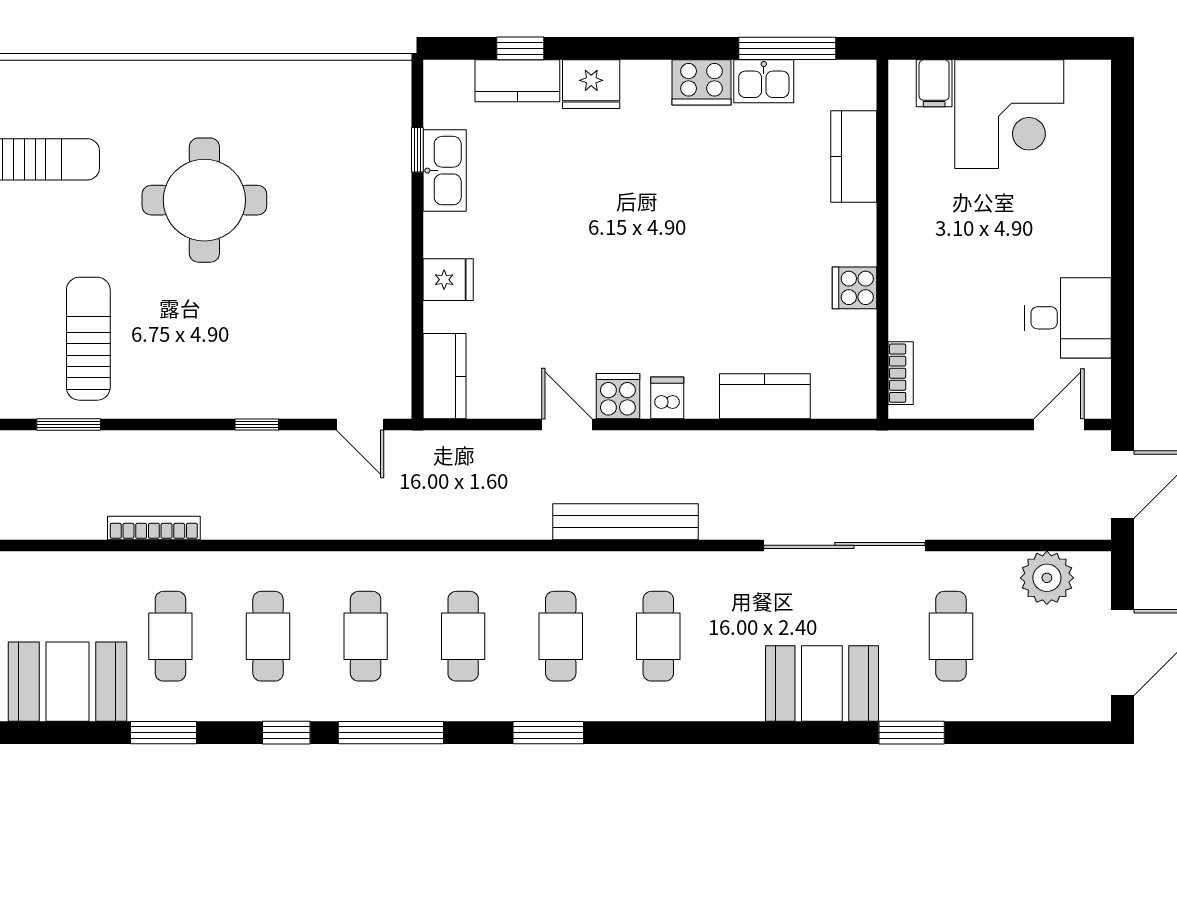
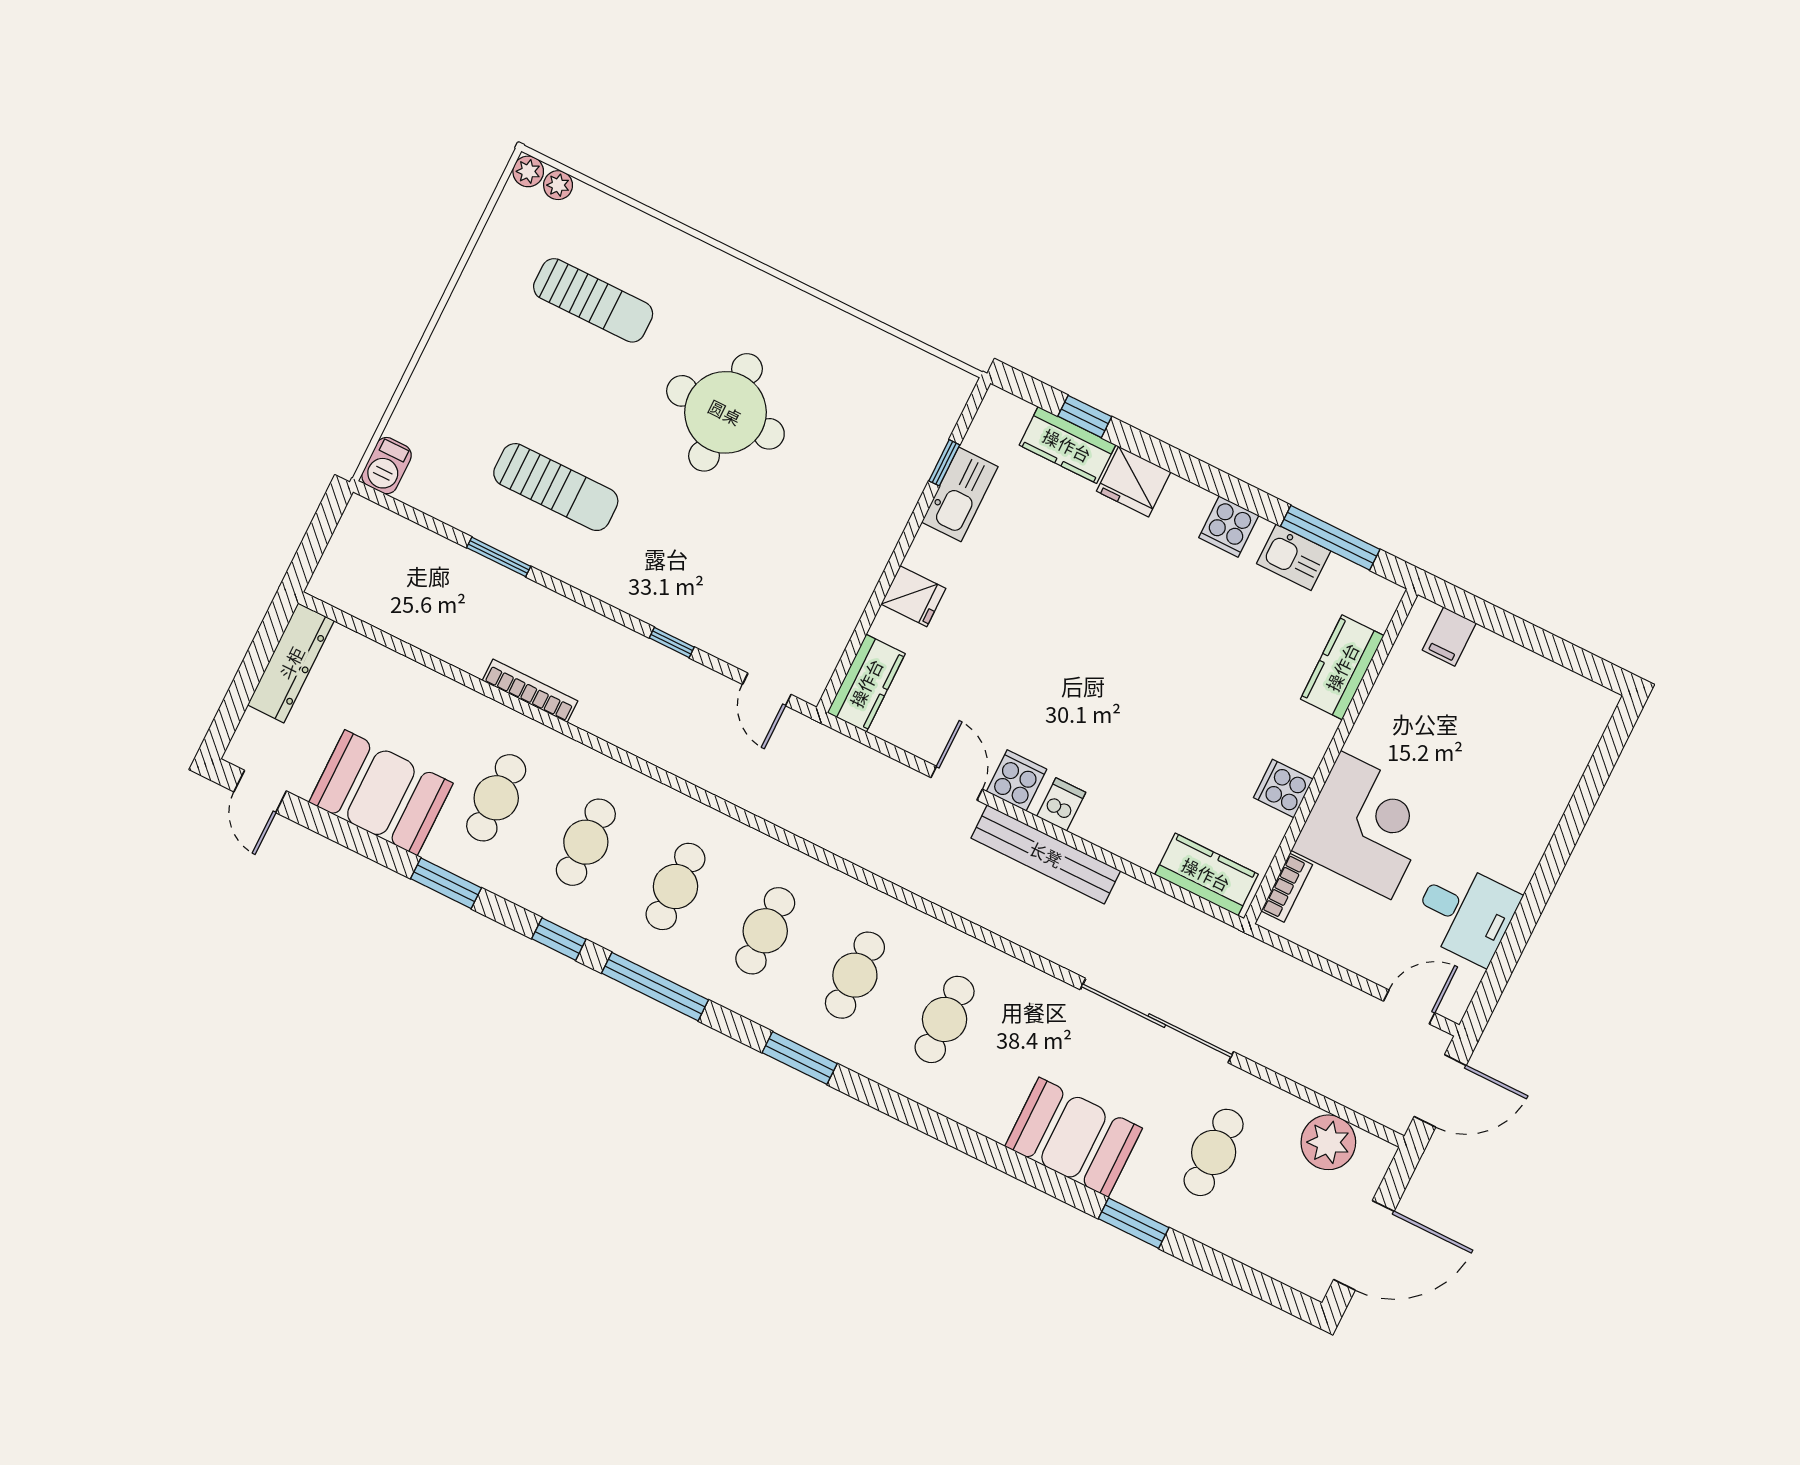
cooker: (702, 82) -> (1229, 527), width x0.73
corner desk: (1009, 114) -> (1366, 825), moved, turned -90
sun lounger: (88, 339) -> (556, 487), turned 90
kitchen counter: (765, 396) -> (1206, 874), moved
bench: (625, 522) -> (1046, 854), moved

